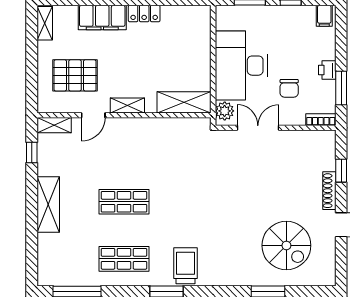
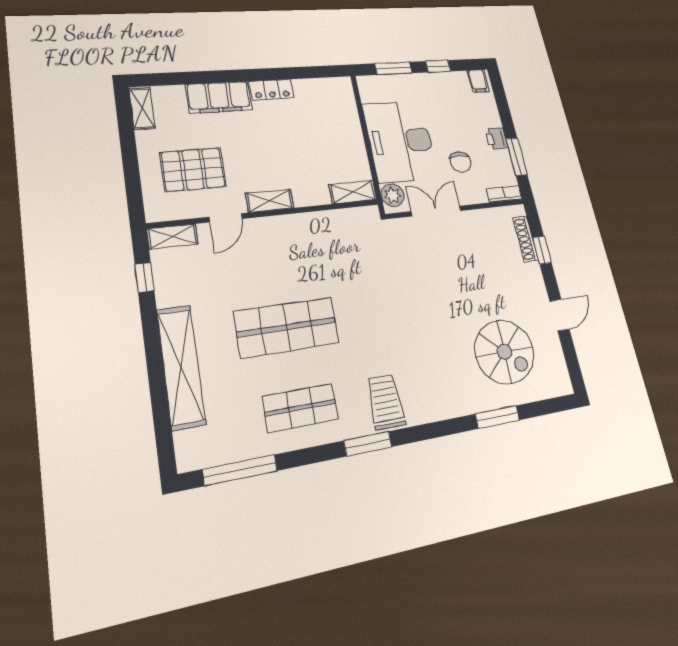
shelving: (184, 102) -> (353, 192), width x0.67, depth x0.75
shoe rack: (329, 191) -> (526, 239), moved
shop shelf: (124, 202) -> (287, 327), width x1.43, depth x1.36
shelving: (48, 205) -> (181, 367), width x1.47

